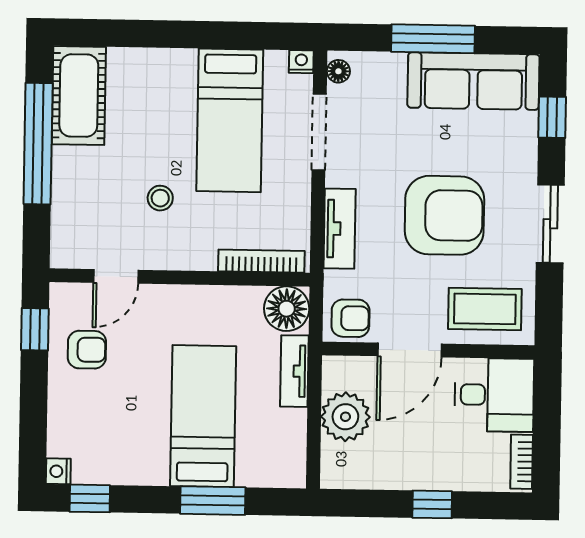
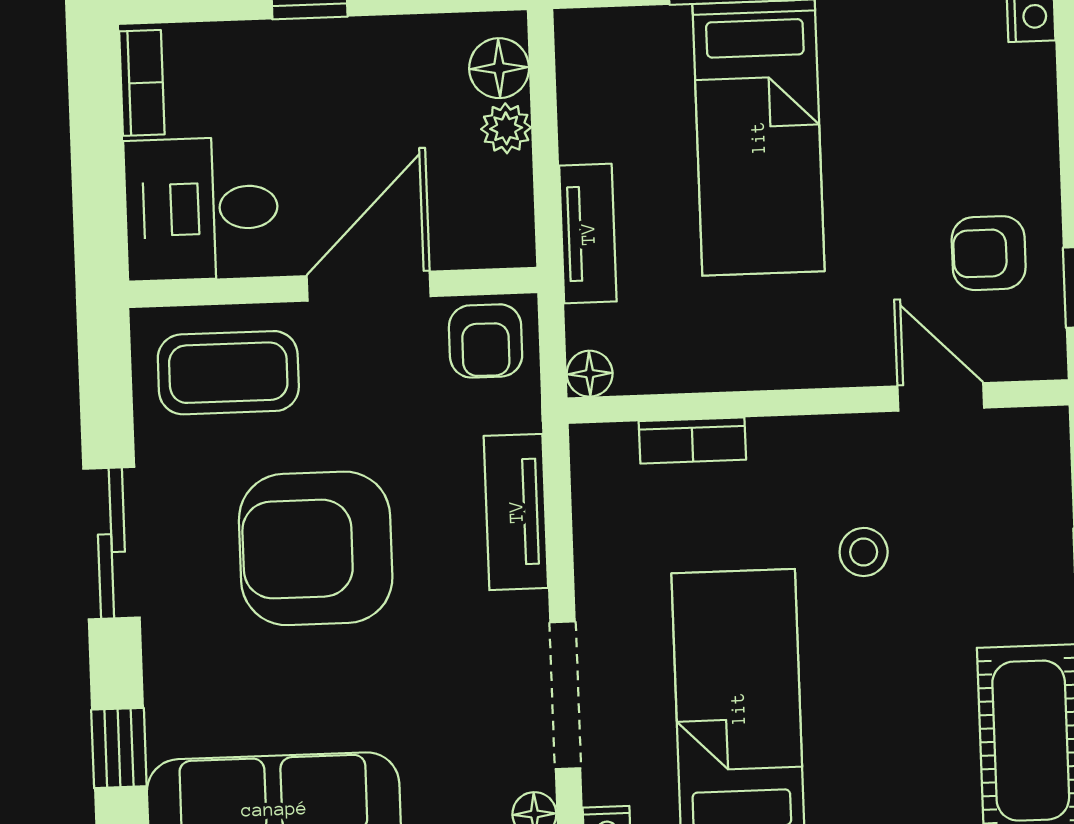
bookcase: (261, 261) -> (692, 440), width x0.64
door: (116, 276) -> (941, 397), hinge flipped
floor lamp: (287, 309) -> (590, 374), width x0.53, depth x0.53
armchair: (350, 318) -> (486, 341), turned -90
plant: (345, 417) -> (506, 128), width x0.53, depth x0.53
floor lamp: (336, 459) -> (499, 68), added

